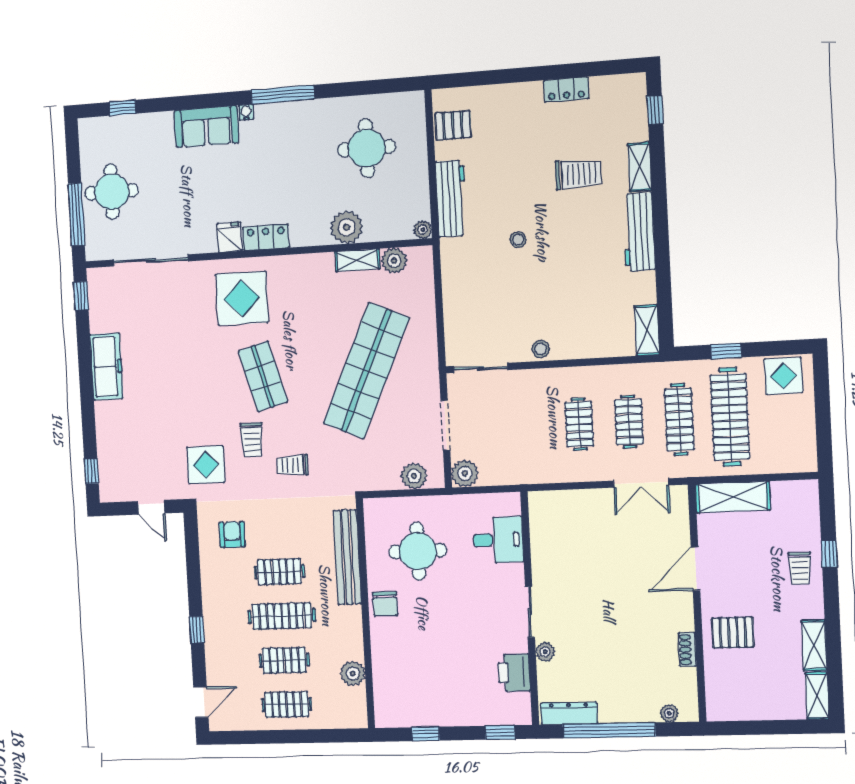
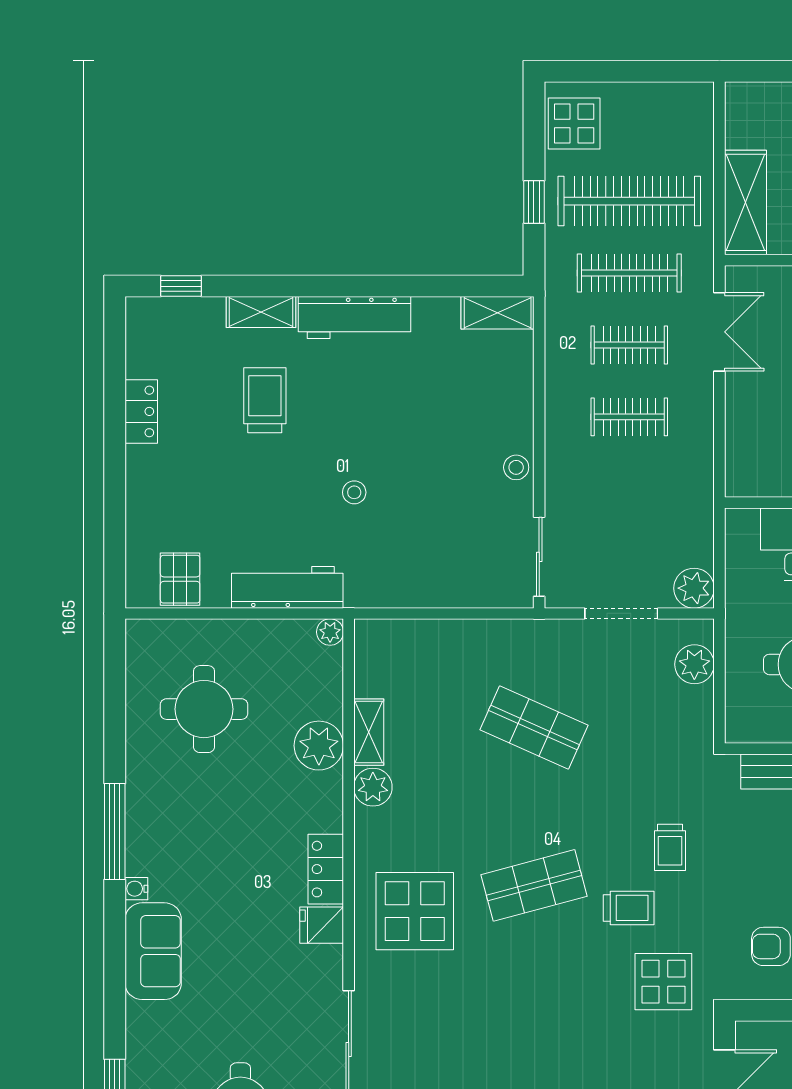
plant: (394, 261) -> (373, 787), moved
shop shelf: (366, 371) -> (534, 728), width x0.50, depth x0.74

